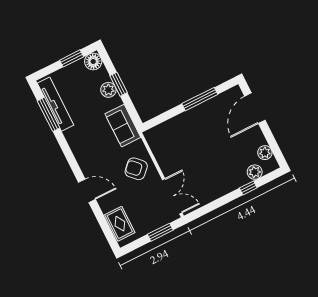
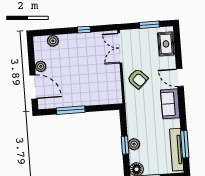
door: (255, 108) -> (34, 87), hinge flipped
sofa: (123, 126) -> (170, 104), moved, turned 180
plant: (265, 153) -> (41, 66), moved
window: (248, 188) -> (84, 30), moved
window: (160, 232) -> (149, 25), moved

